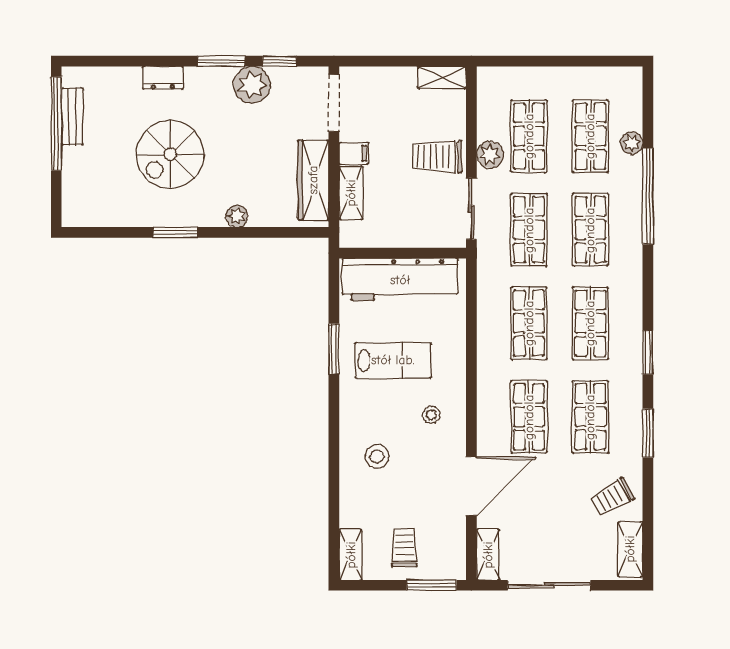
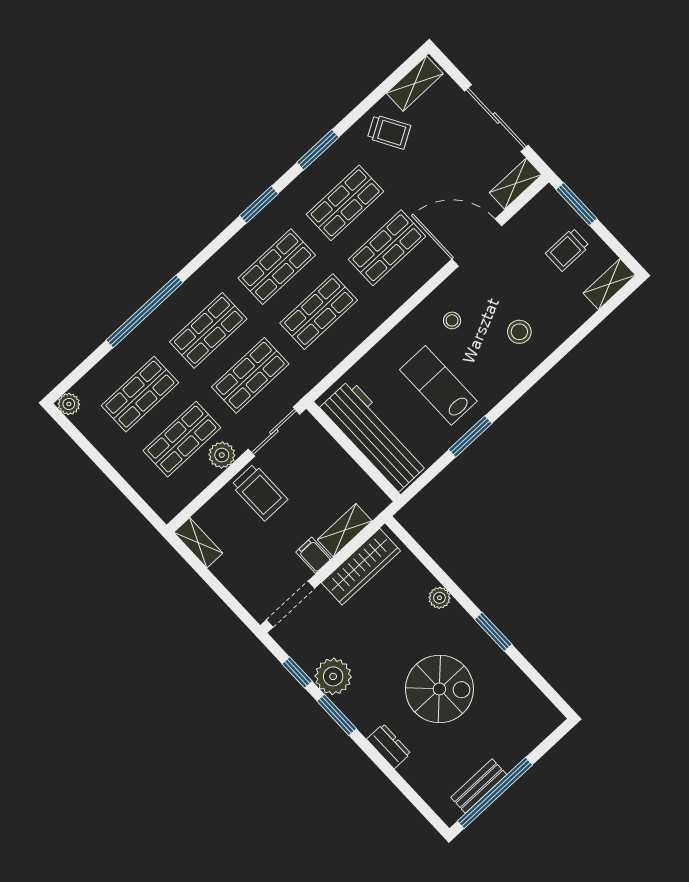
plant: (632, 143) -> (69, 404), moved

